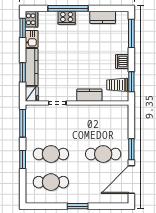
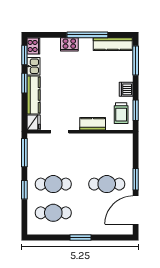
window: (68, 8) -> (87, 35), moved
kitchen counter: (103, 17) -> (113, 44), width x1.50
window: (23, 72) -> (24, 83), moved
trolley: (117, 85) -> (121, 113), turned -90

